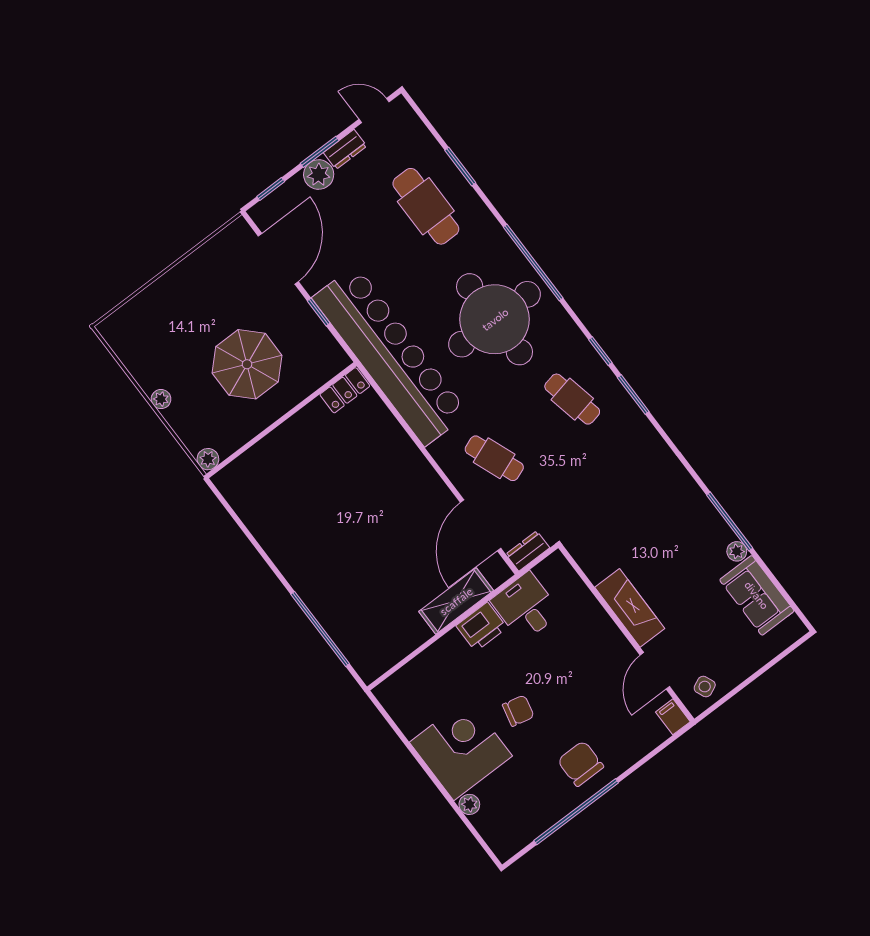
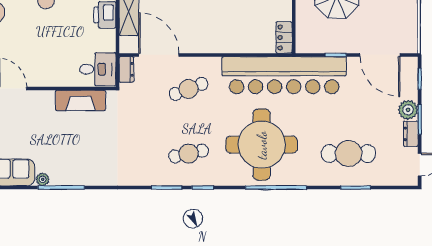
desk: (526, 607) -> (98, 69), moved
fireplace: (630, 608) -> (80, 100), moved

